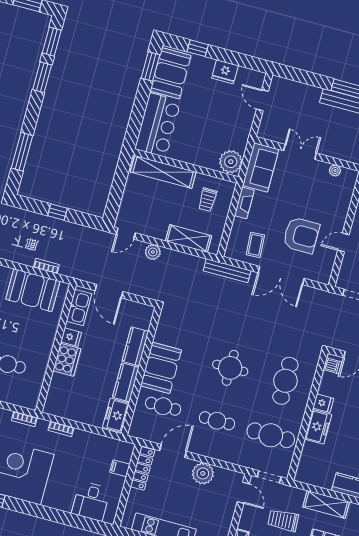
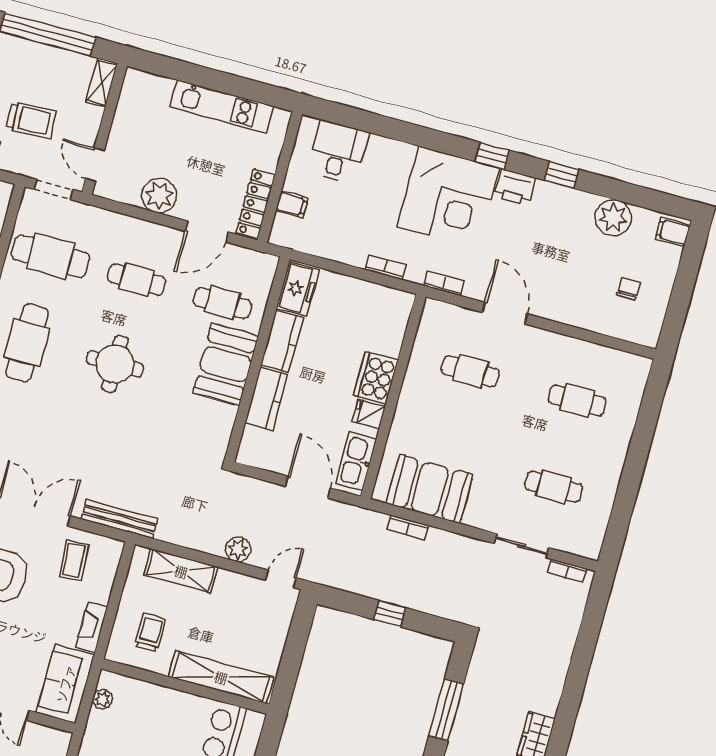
plant: (231, 162) -> (102, 699), width x0.53, depth x0.53

